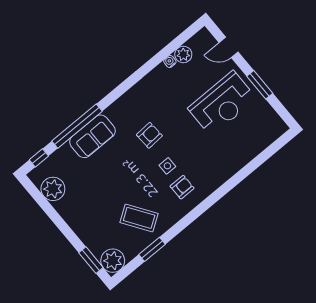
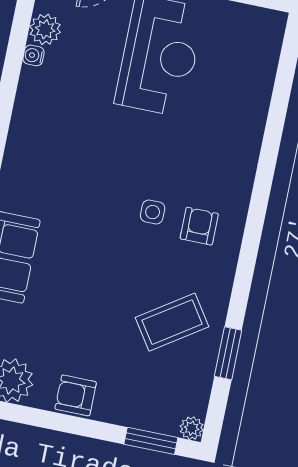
armchair: (149, 135) -> (76, 395), moved, turned -87
plant: (113, 261) -> (192, 428), width x0.53, depth x0.53

